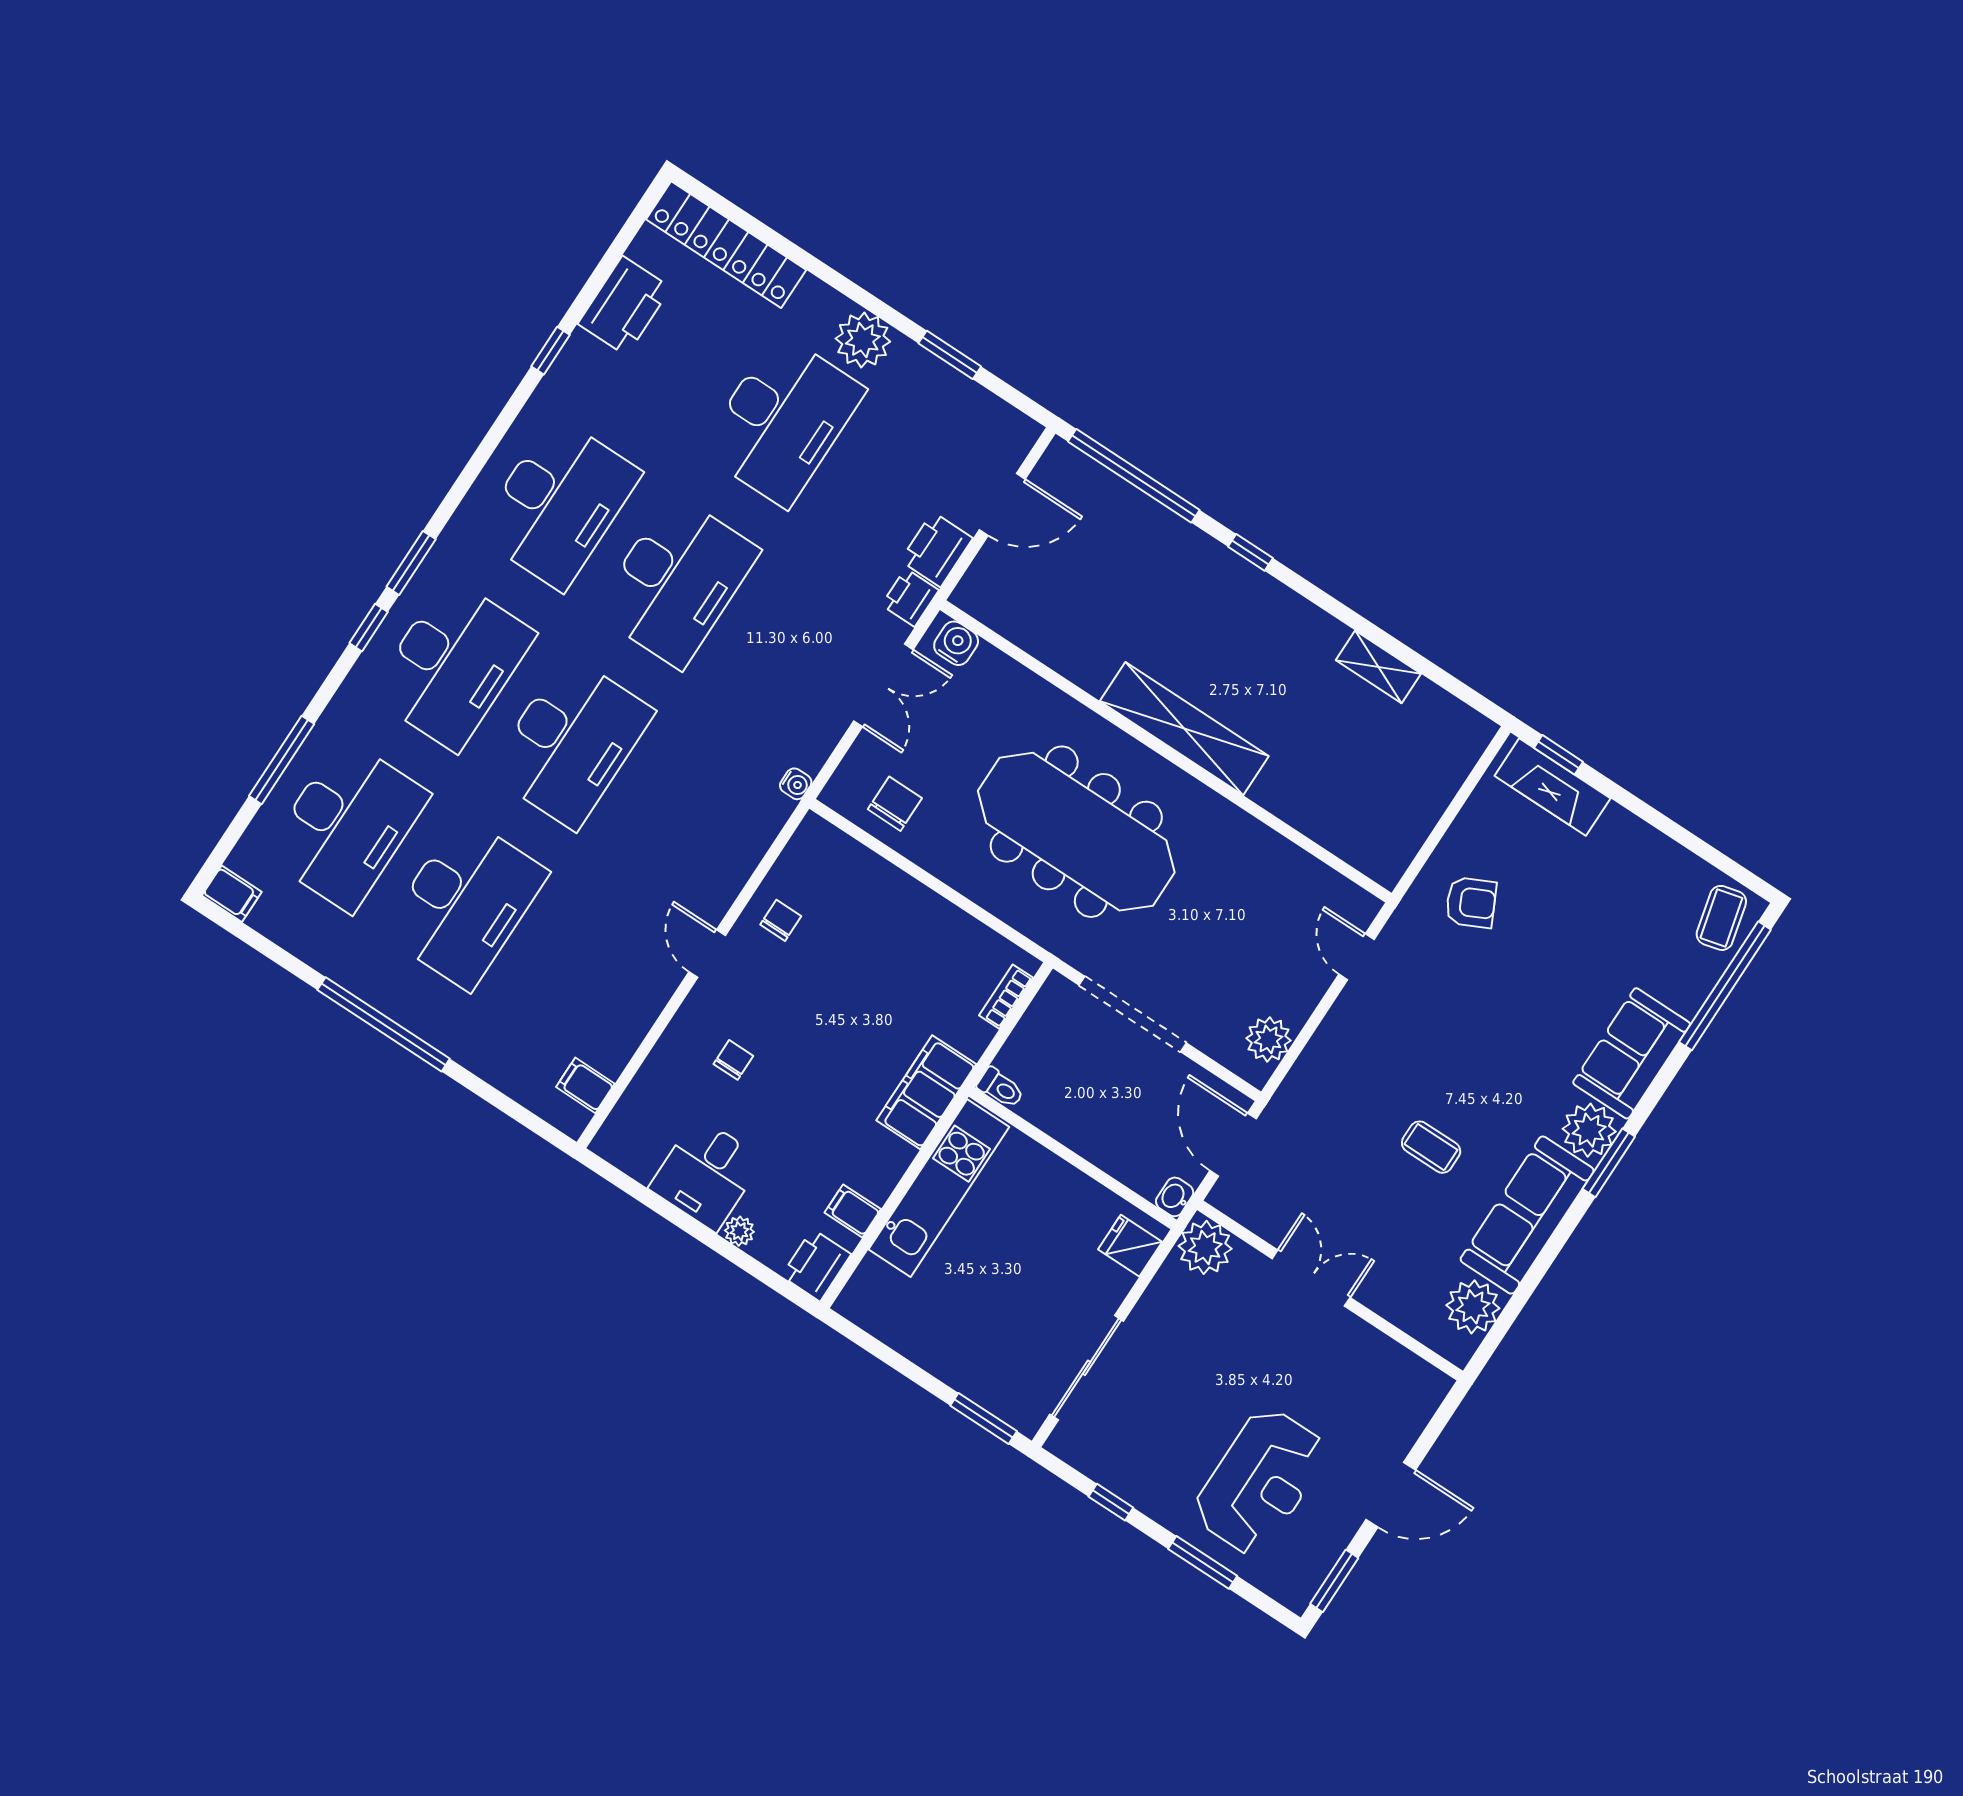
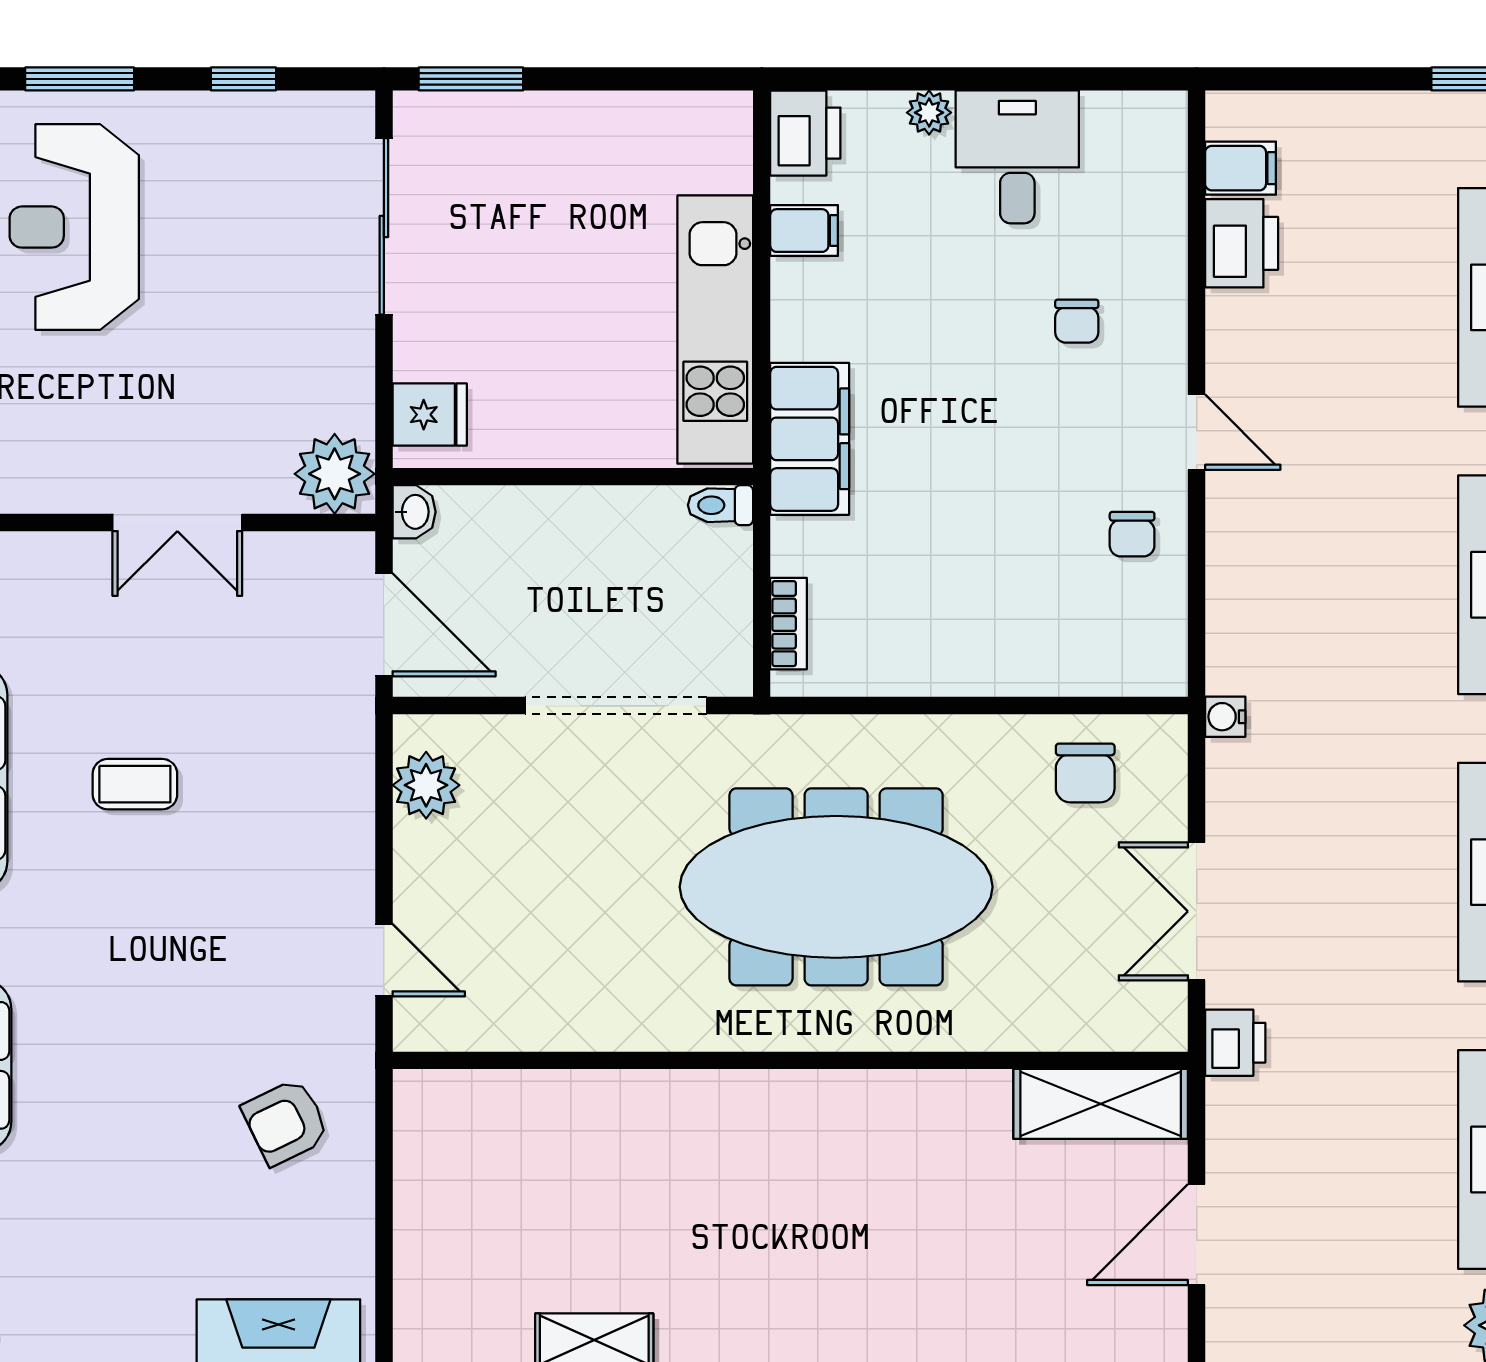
printer: (937, 549) -> (1242, 243), moved
water cooler: (956, 643) -> (1140, 1024), removed
shelving: (1184, 729) -> (1101, 1104), moved, width x0.68

